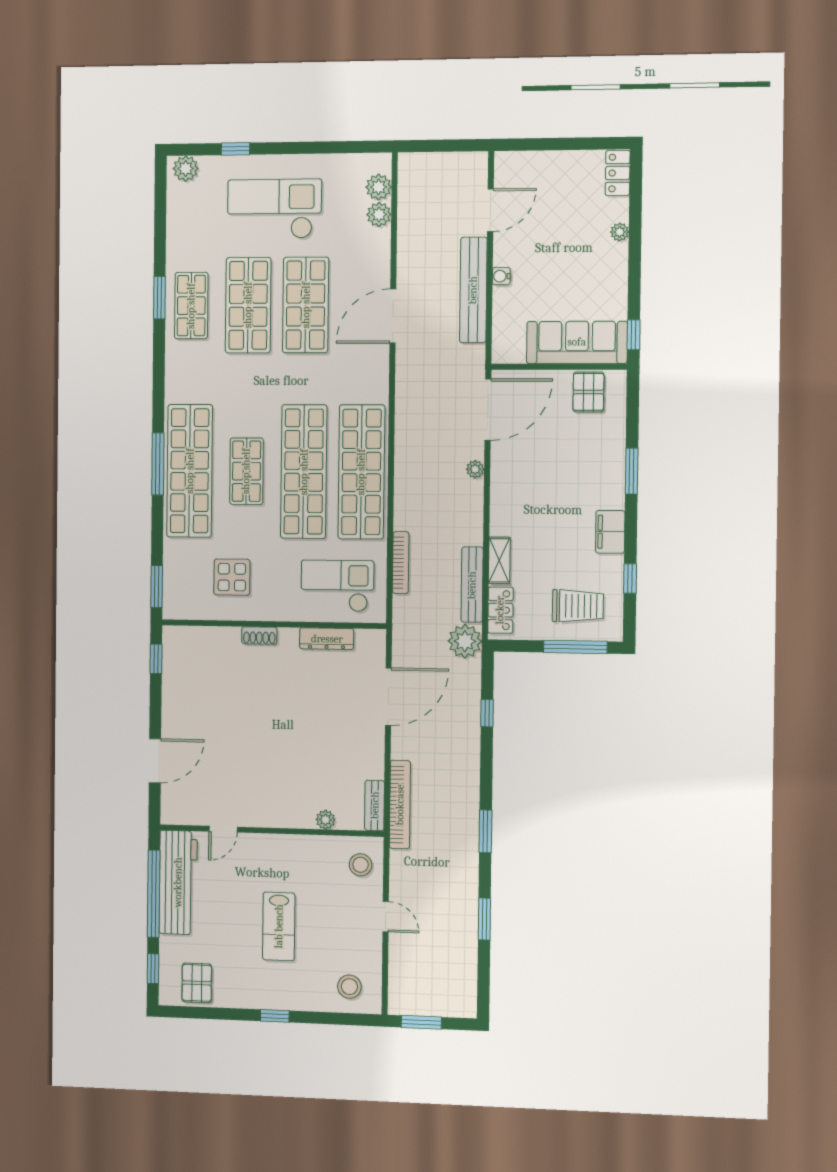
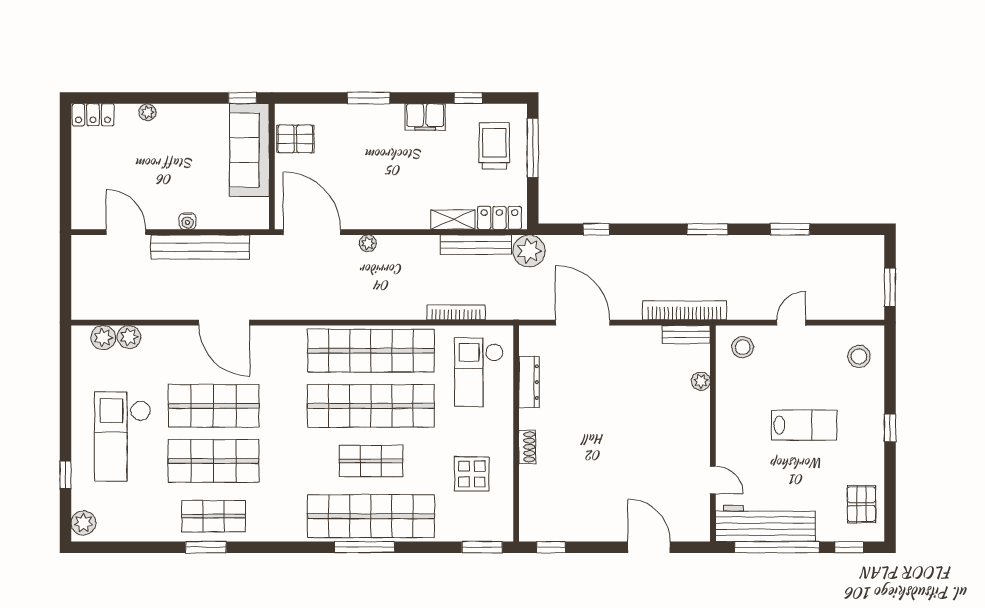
pallet: (197, 983) -> (861, 504), turned 90

